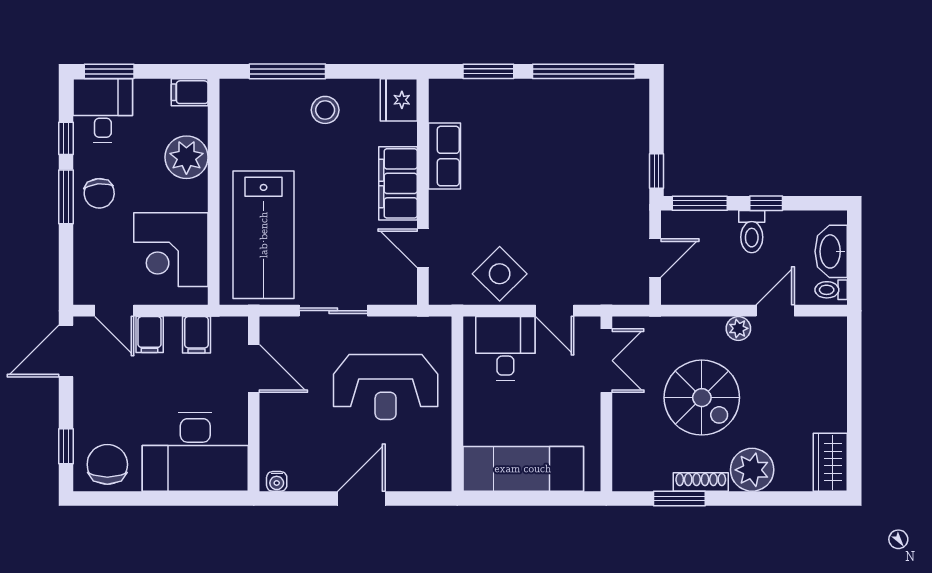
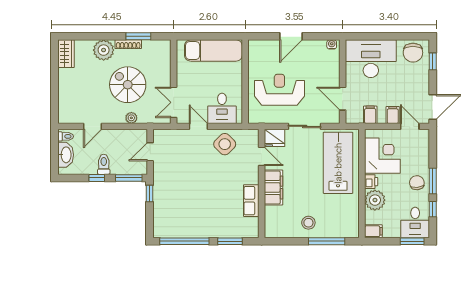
fridge: (399, 100) -> (275, 138), moved, turned 90
printer: (195, 196) -> (371, 182), added
plant: (738, 328) -> (131, 118), moved

